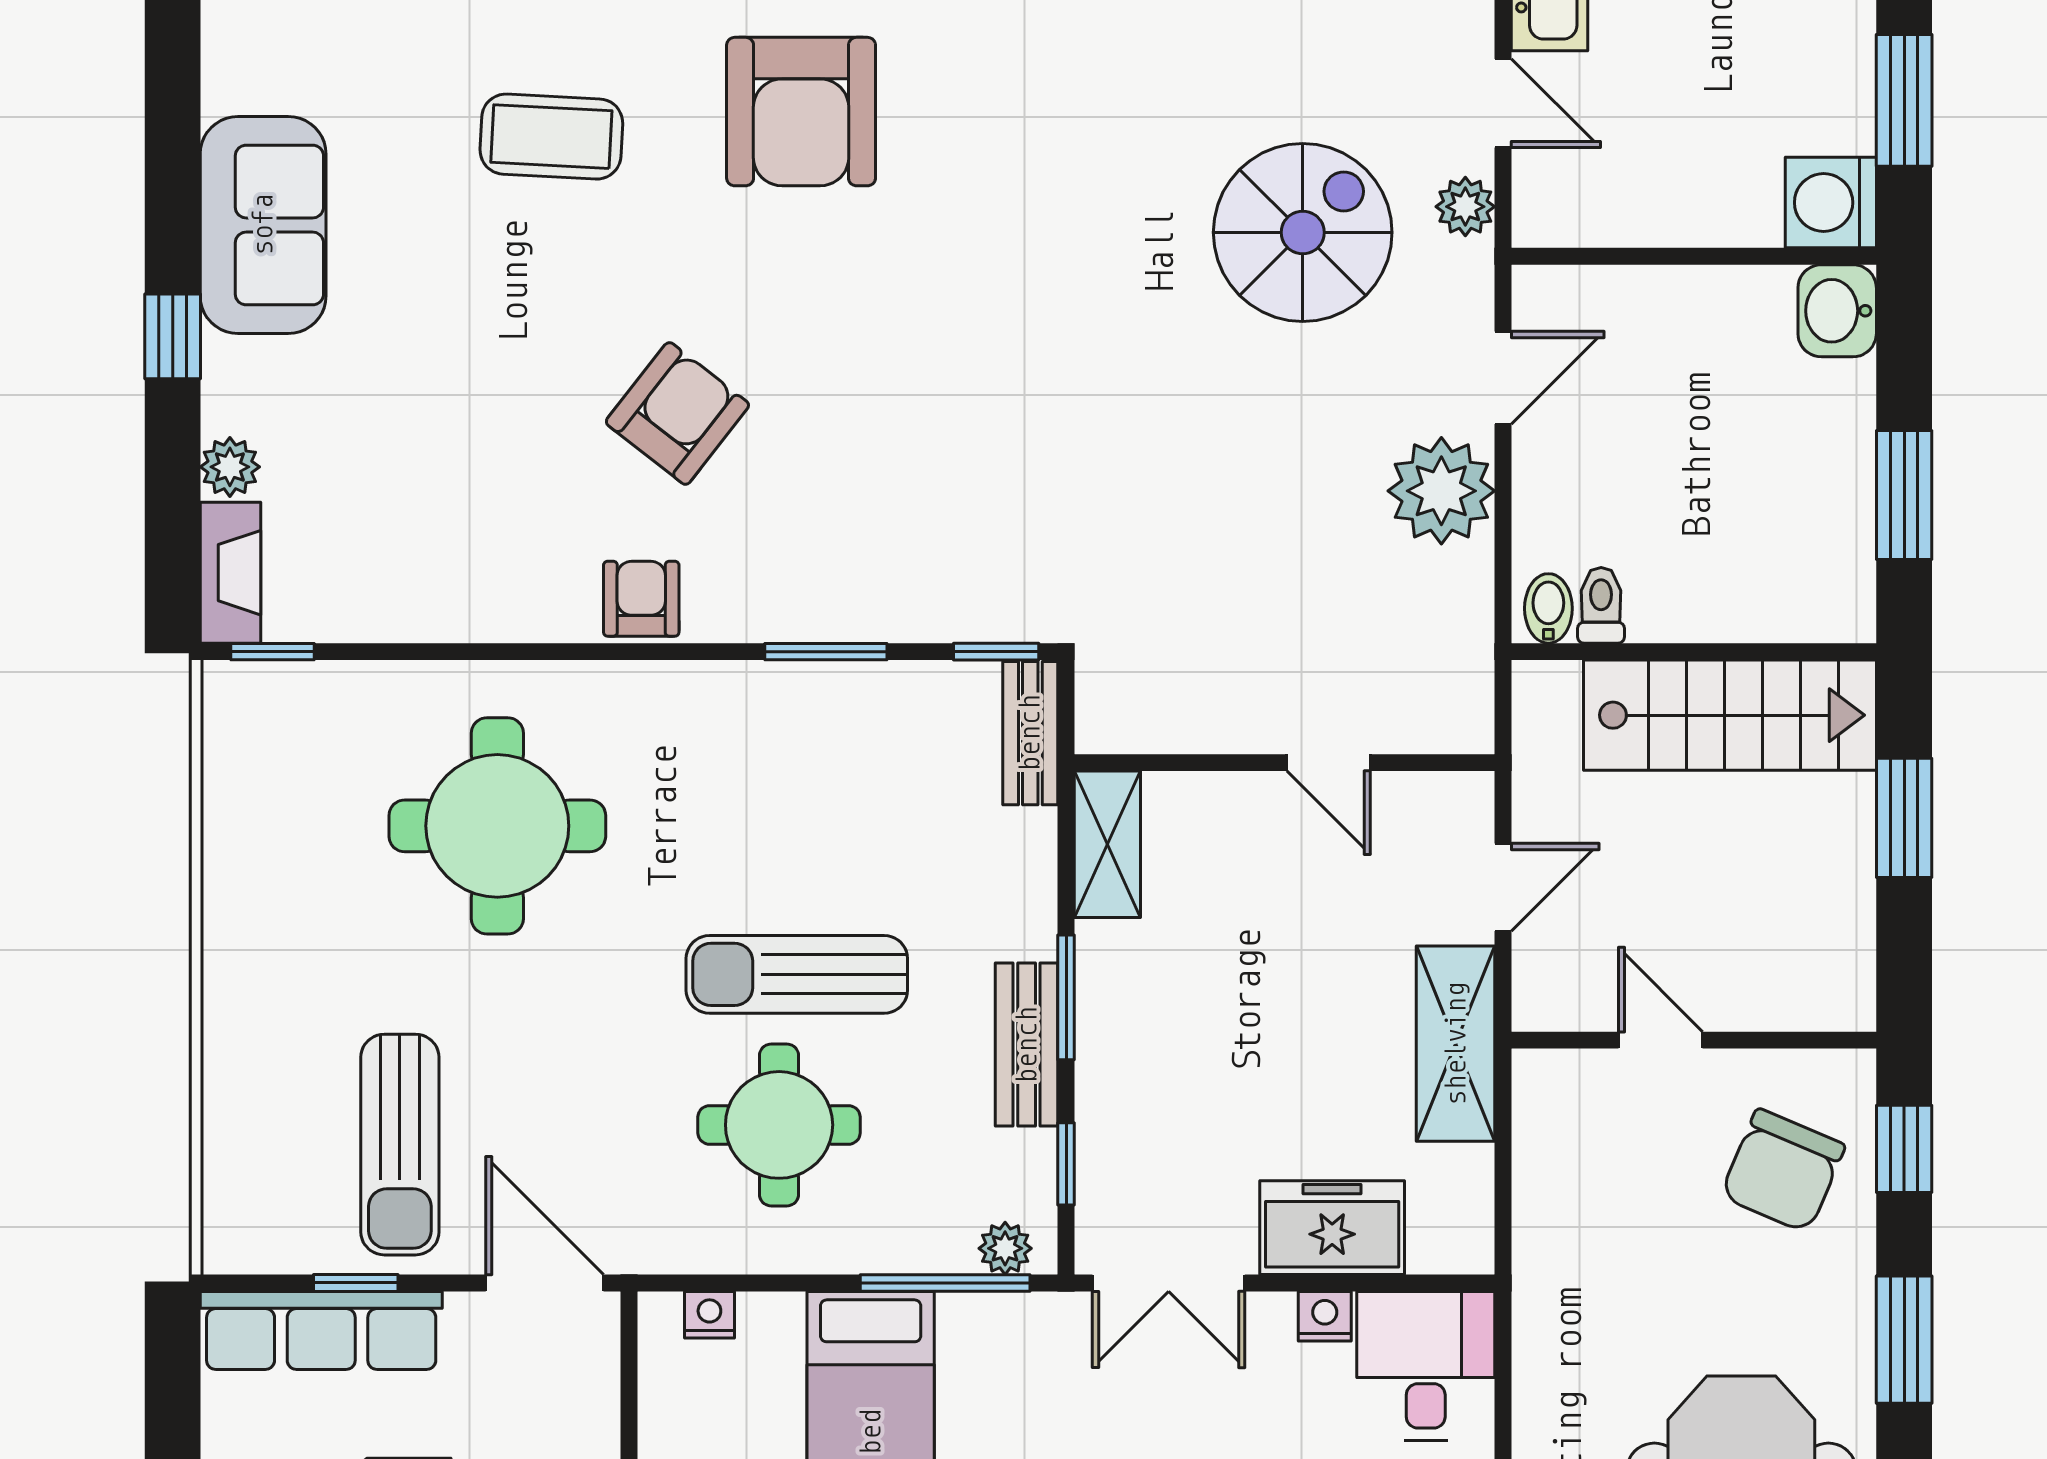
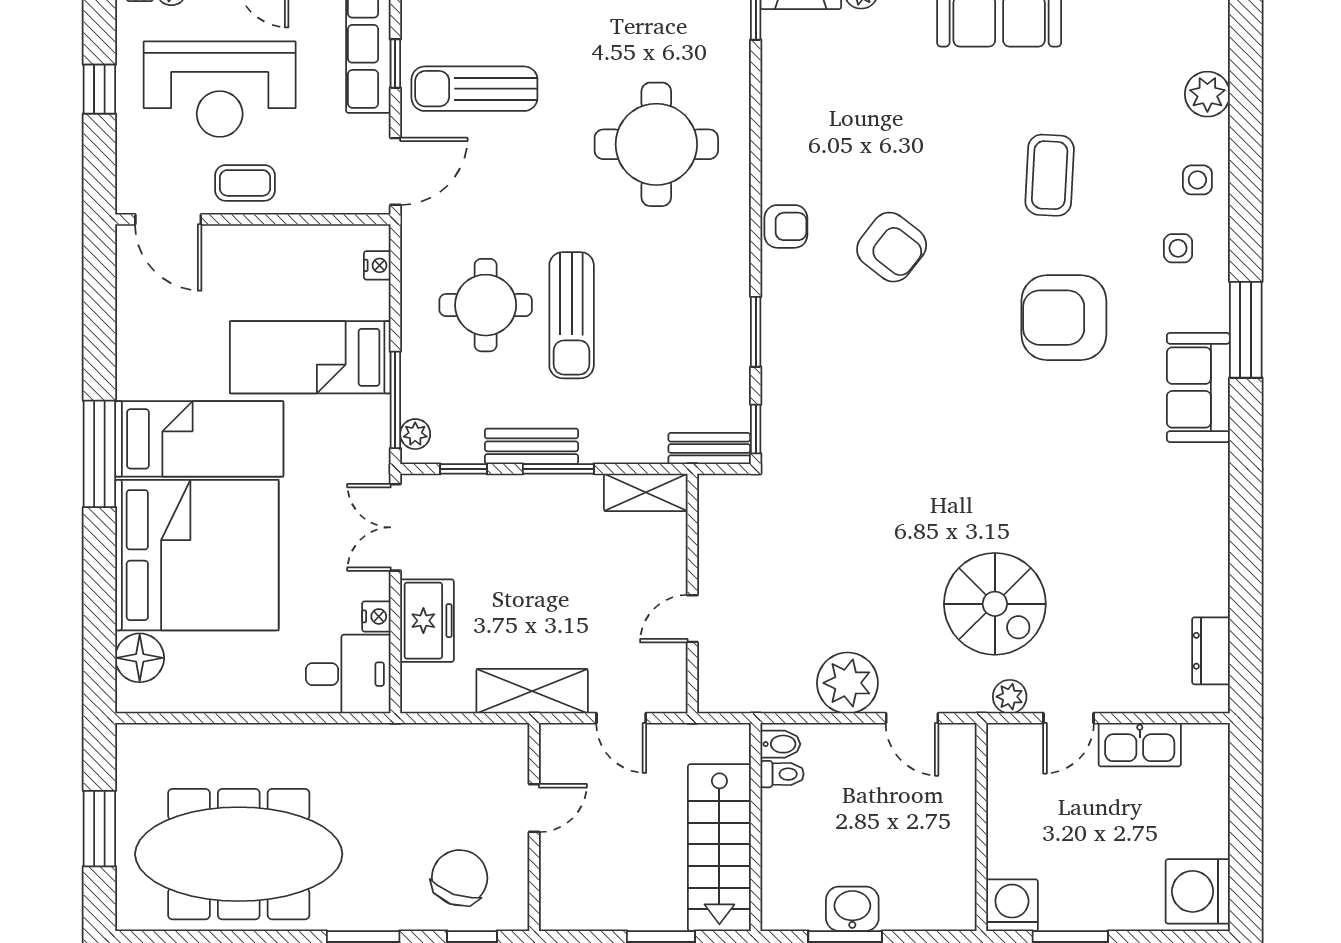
washbasin: (1837, 311) -> (852, 909), moved
sun lounger: (797, 974) -> (572, 315), turned 180
chair: (1783, 1171) -> (460, 878), turned 87

